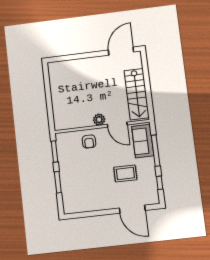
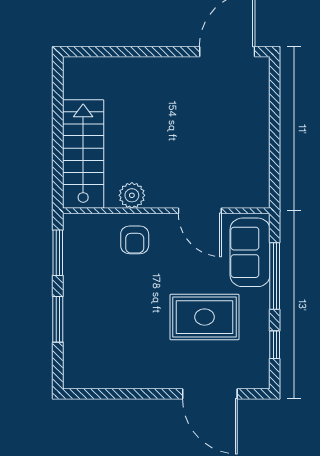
stairs: (137, 94) -> (83, 154), moved, turned 180
plant: (99, 120) -> (132, 195), moved
rug: (125, 173) -> (204, 317), width x1.36, depth x1.43

